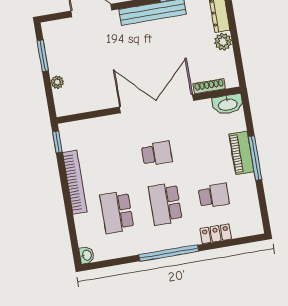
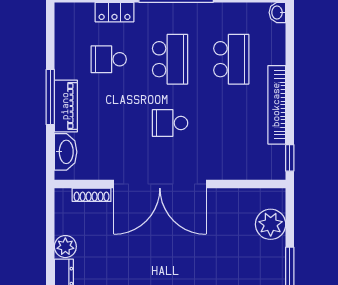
plant: (57, 82) -> (271, 224), width x1.87, depth x1.87
washbasin: (228, 104) -> (66, 152), moved, turned 90

